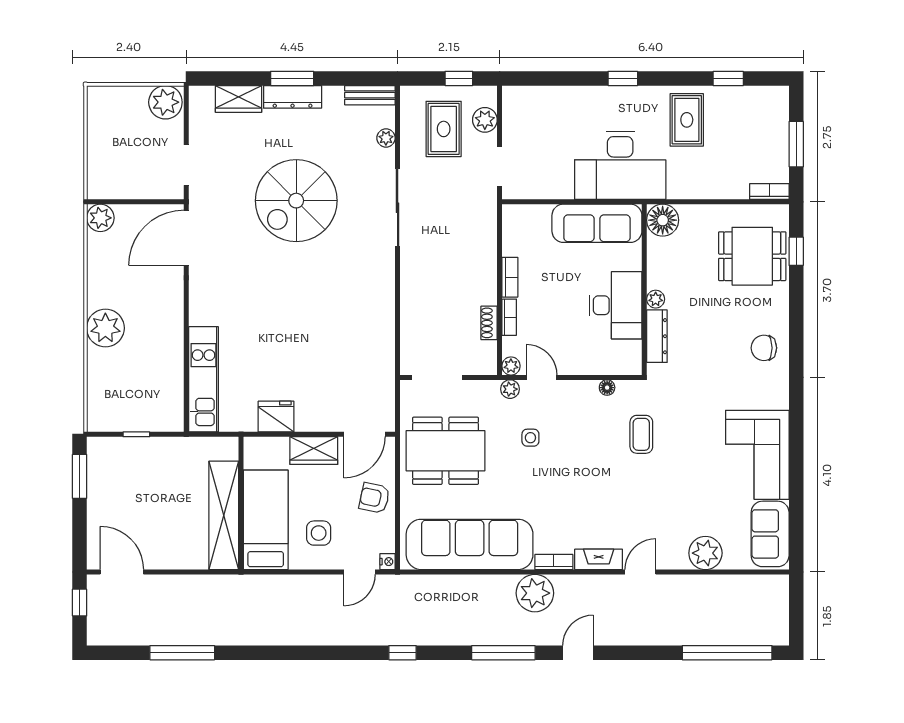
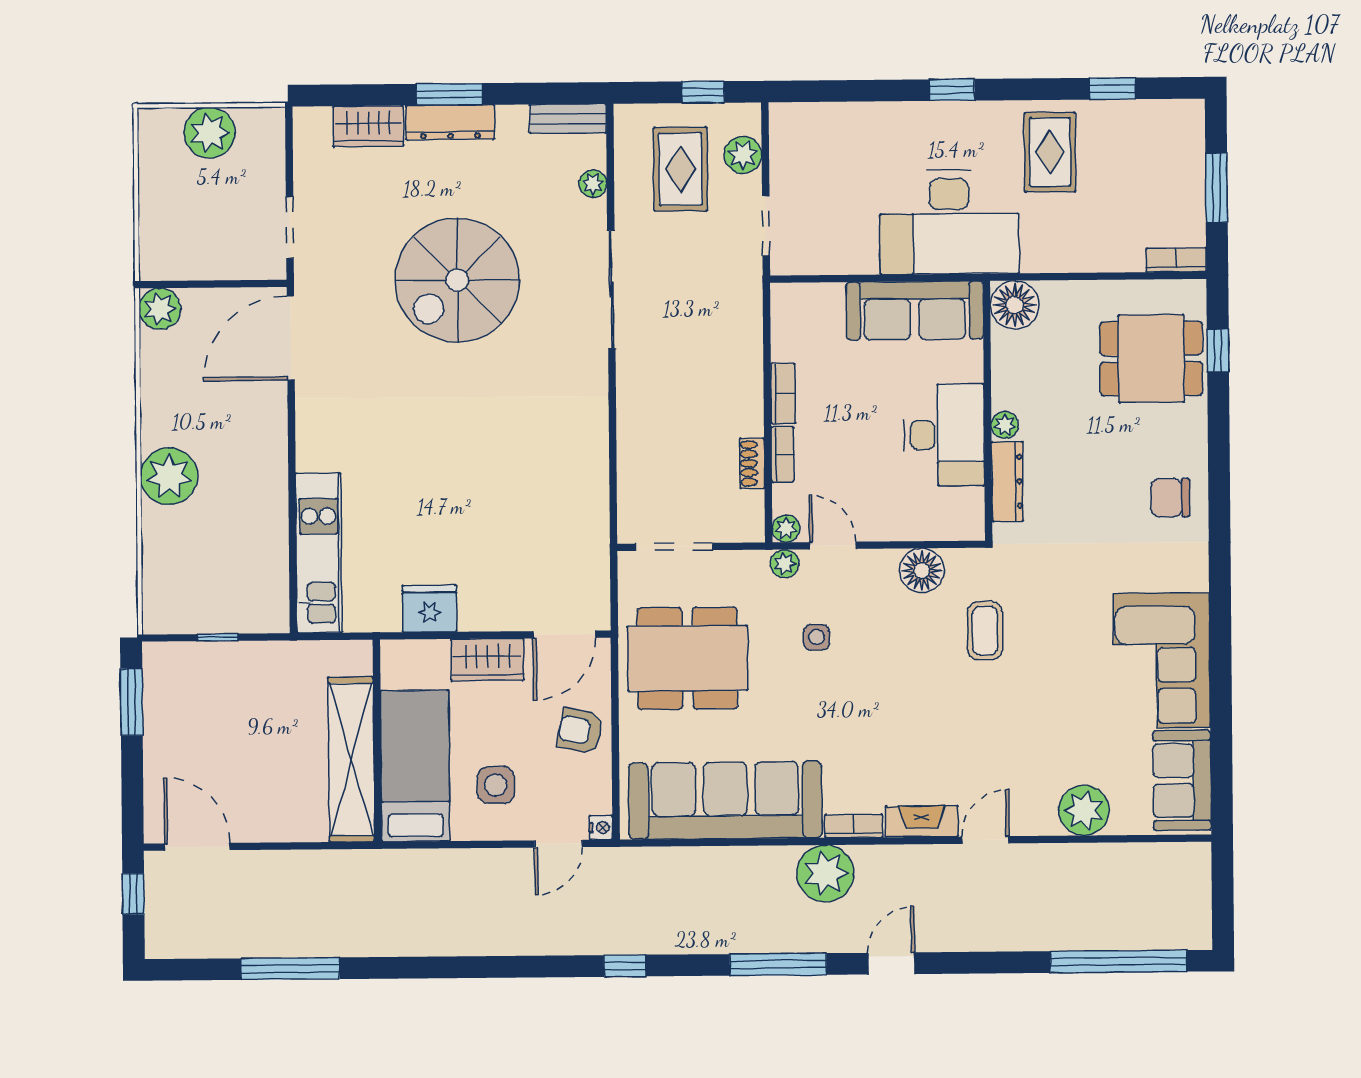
plant: (165, 102) -> (210, 133), moved
floor lamp: (607, 388) -> (922, 571), width x1.89, depth x1.89

